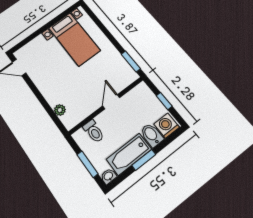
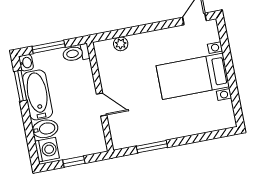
bed with nightstands: (74, 39) -> (193, 76), moved
window: (131, 61) -> (152, 147), moved
toilet: (94, 131) -> (76, 53), moved
window: (144, 160) -> (20, 86), moved

